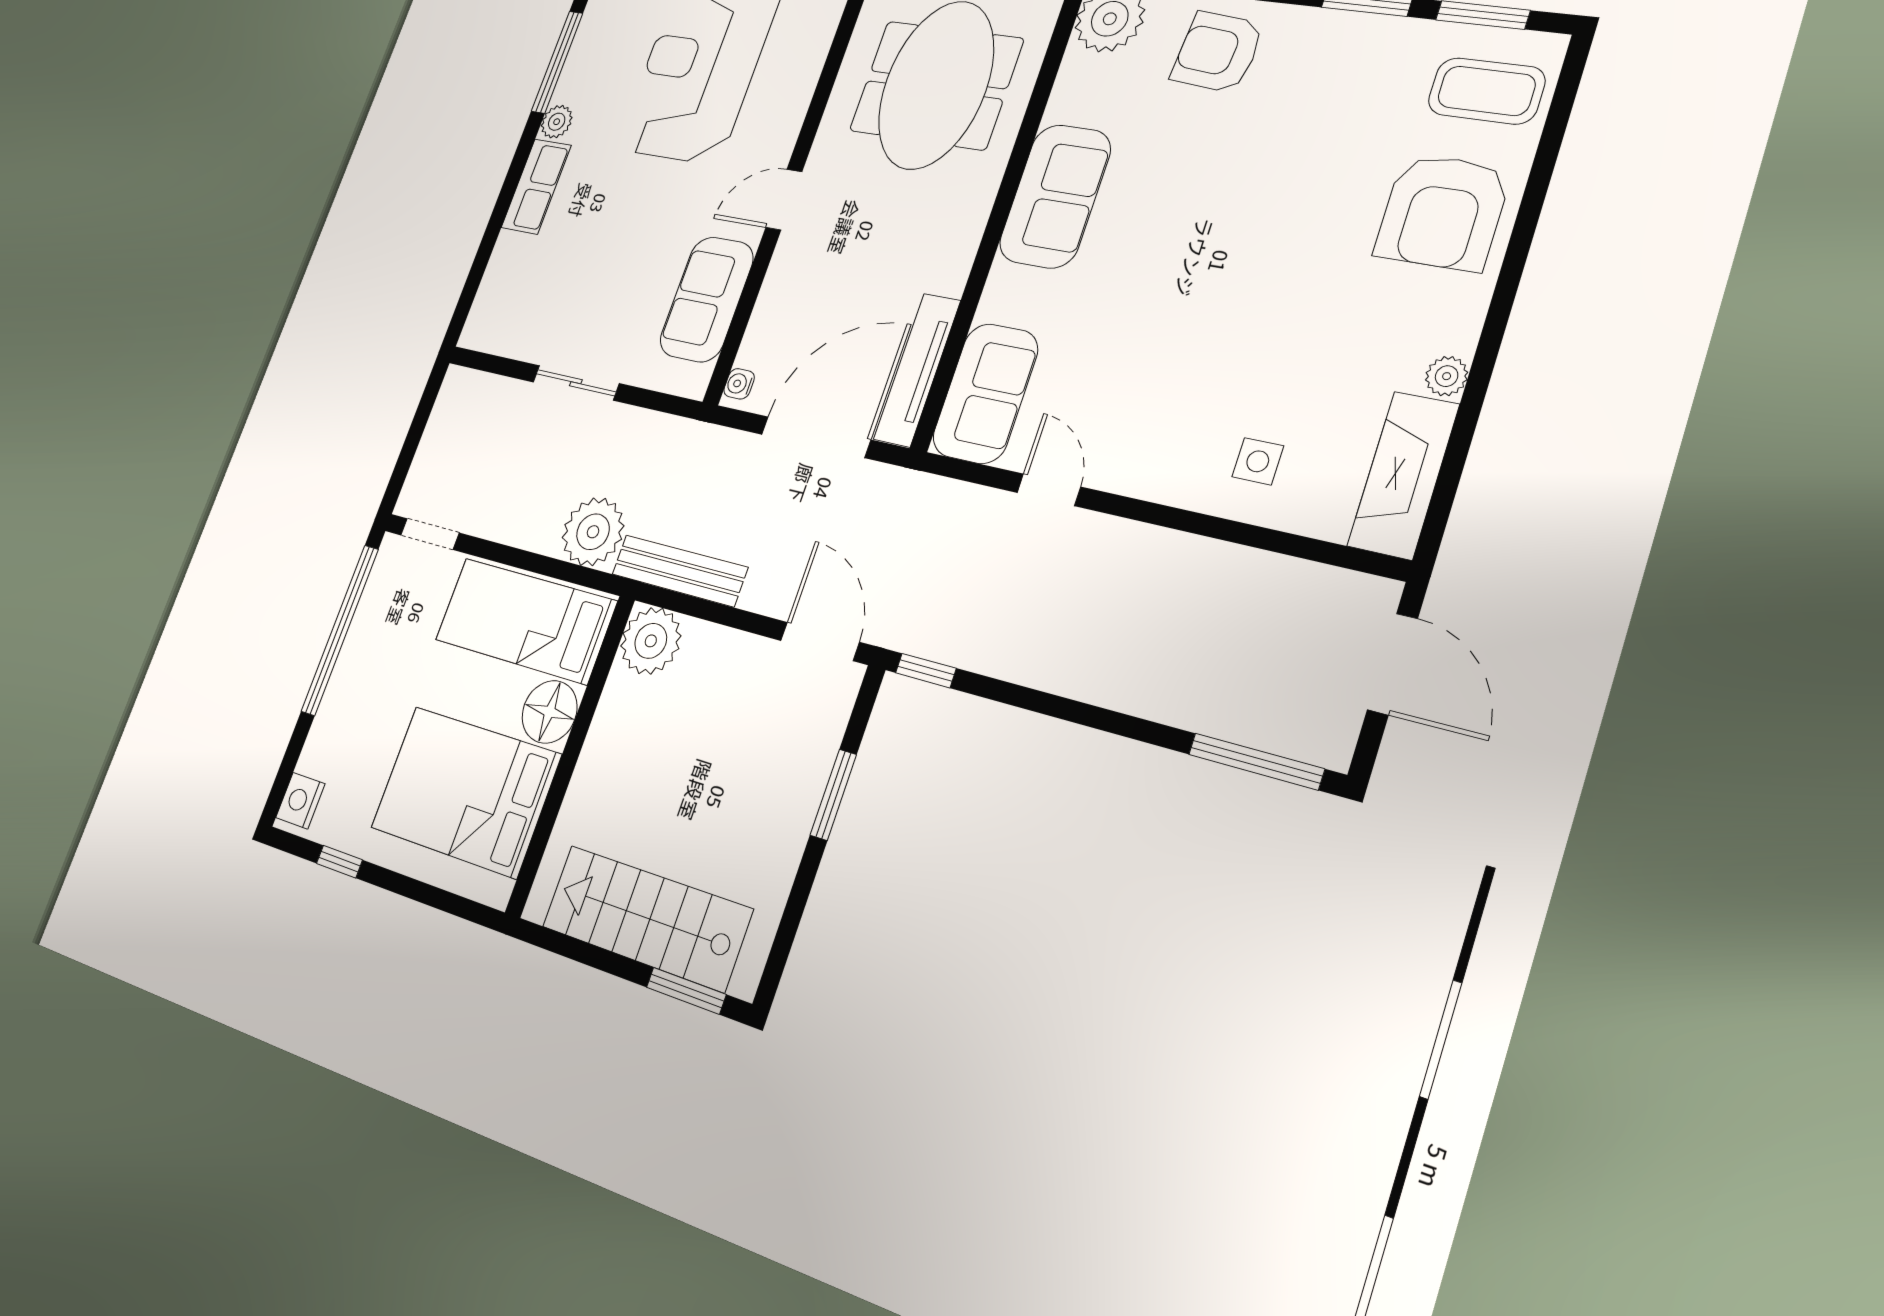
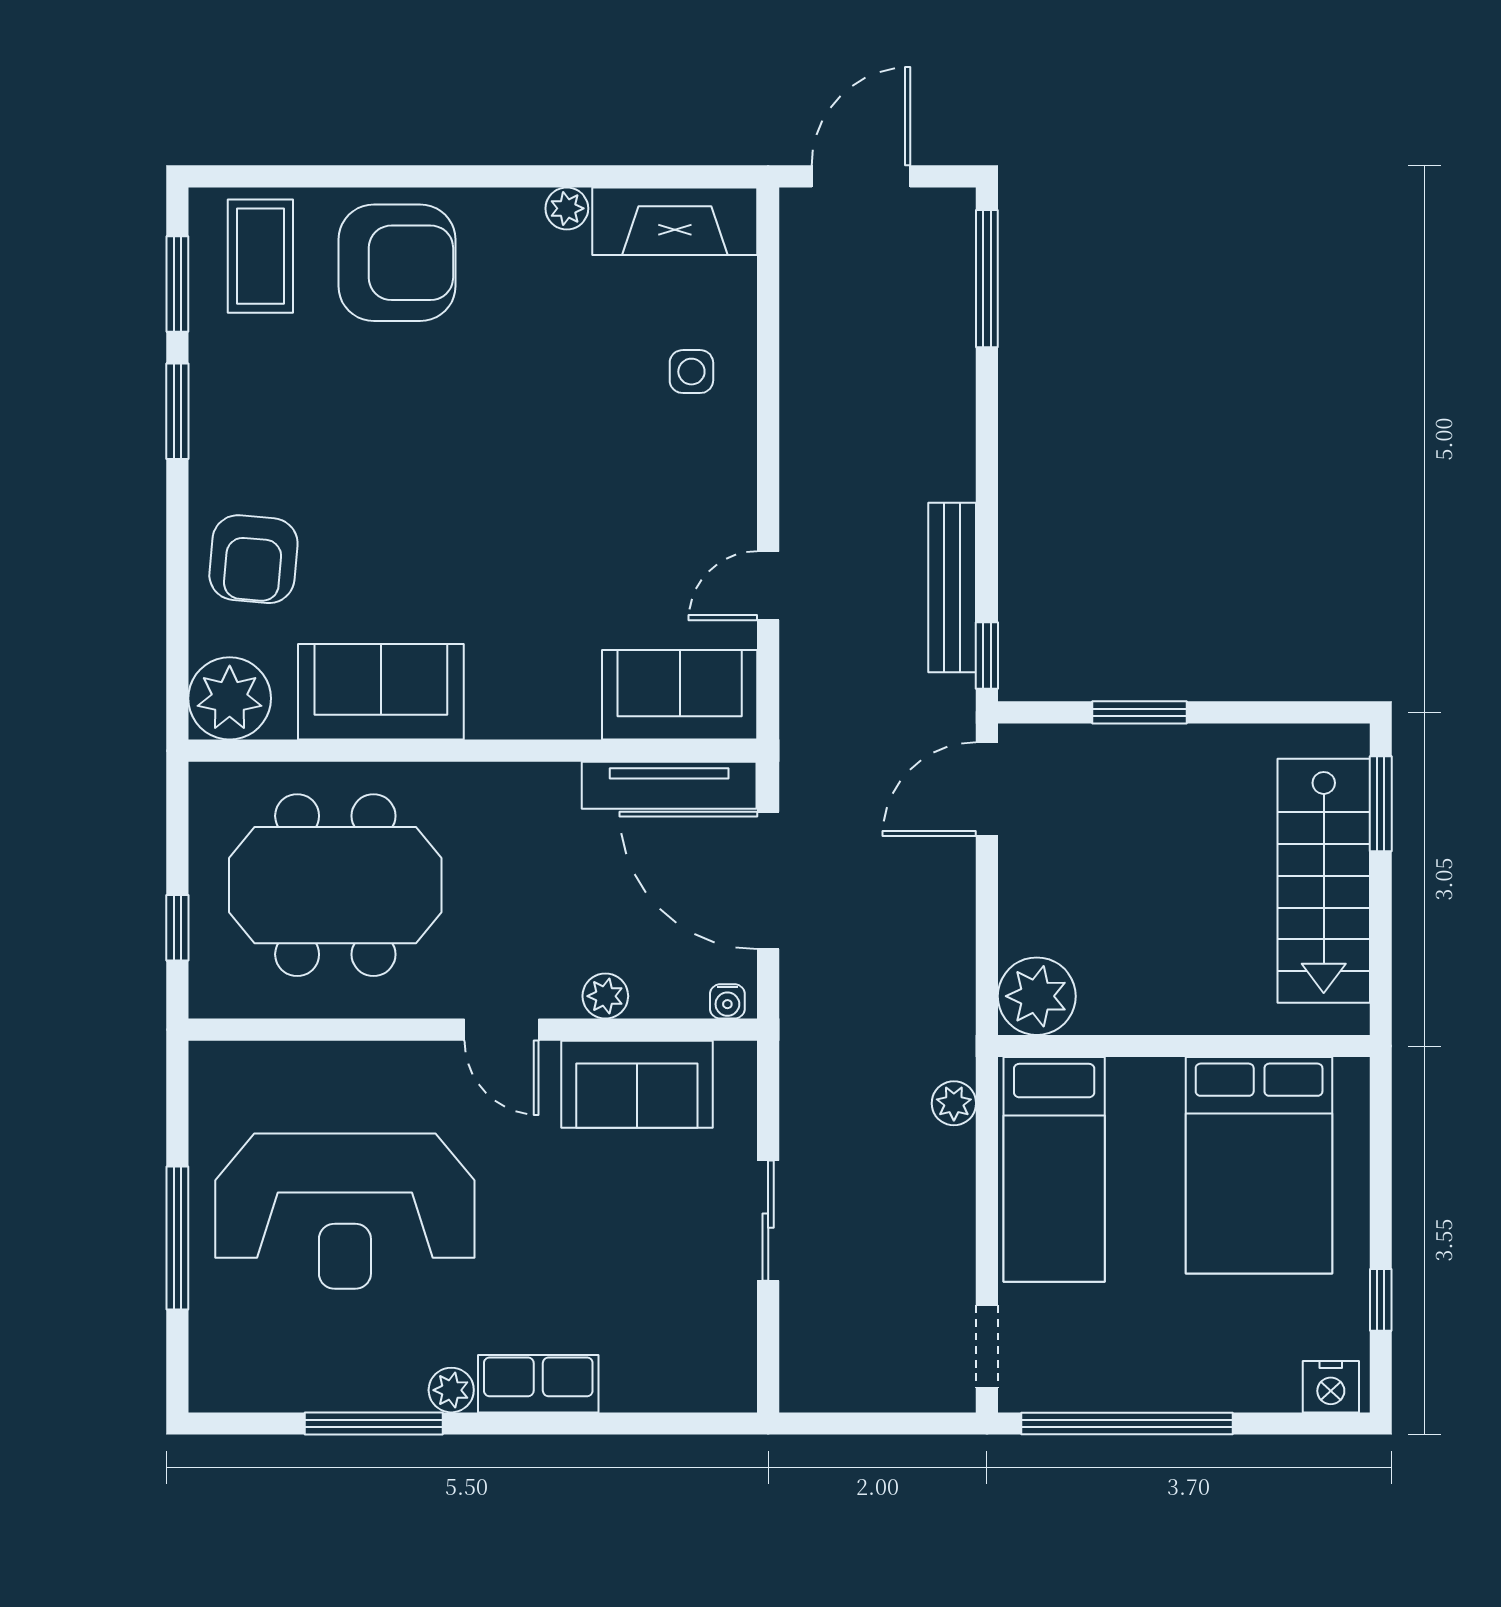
sofa: (1055, 196) -> (381, 692), moved
plant: (778, 286) -> (605, 996), added
plant: (593, 532) -> (954, 1103), width x0.53, depth x0.53
bench: (679, 571) -> (952, 588), moved
floor lamp: (550, 712) -> (1145, 1093), removed

